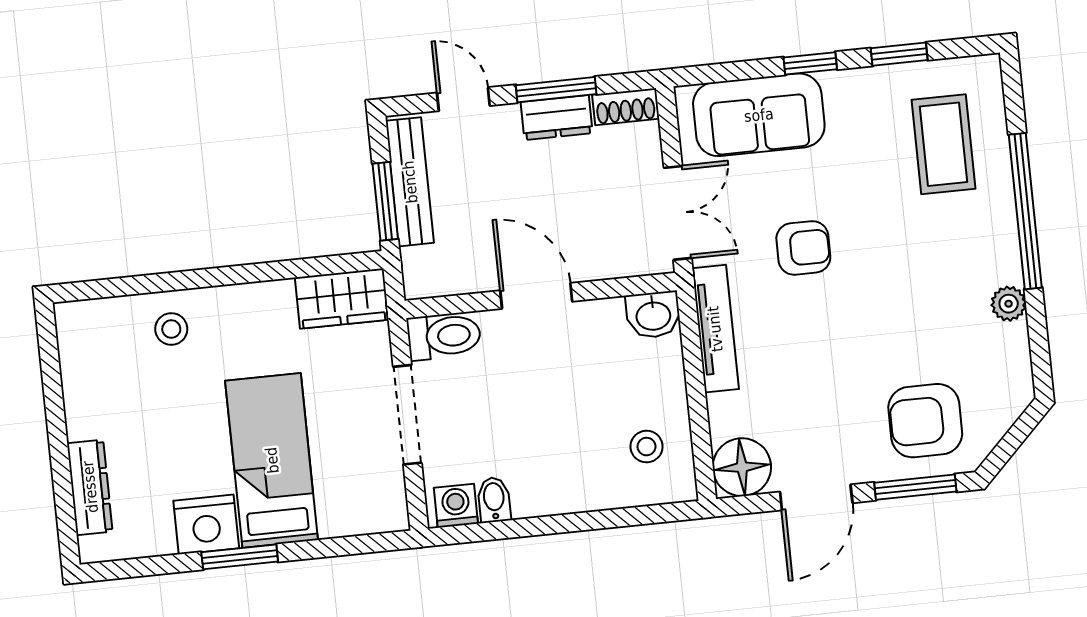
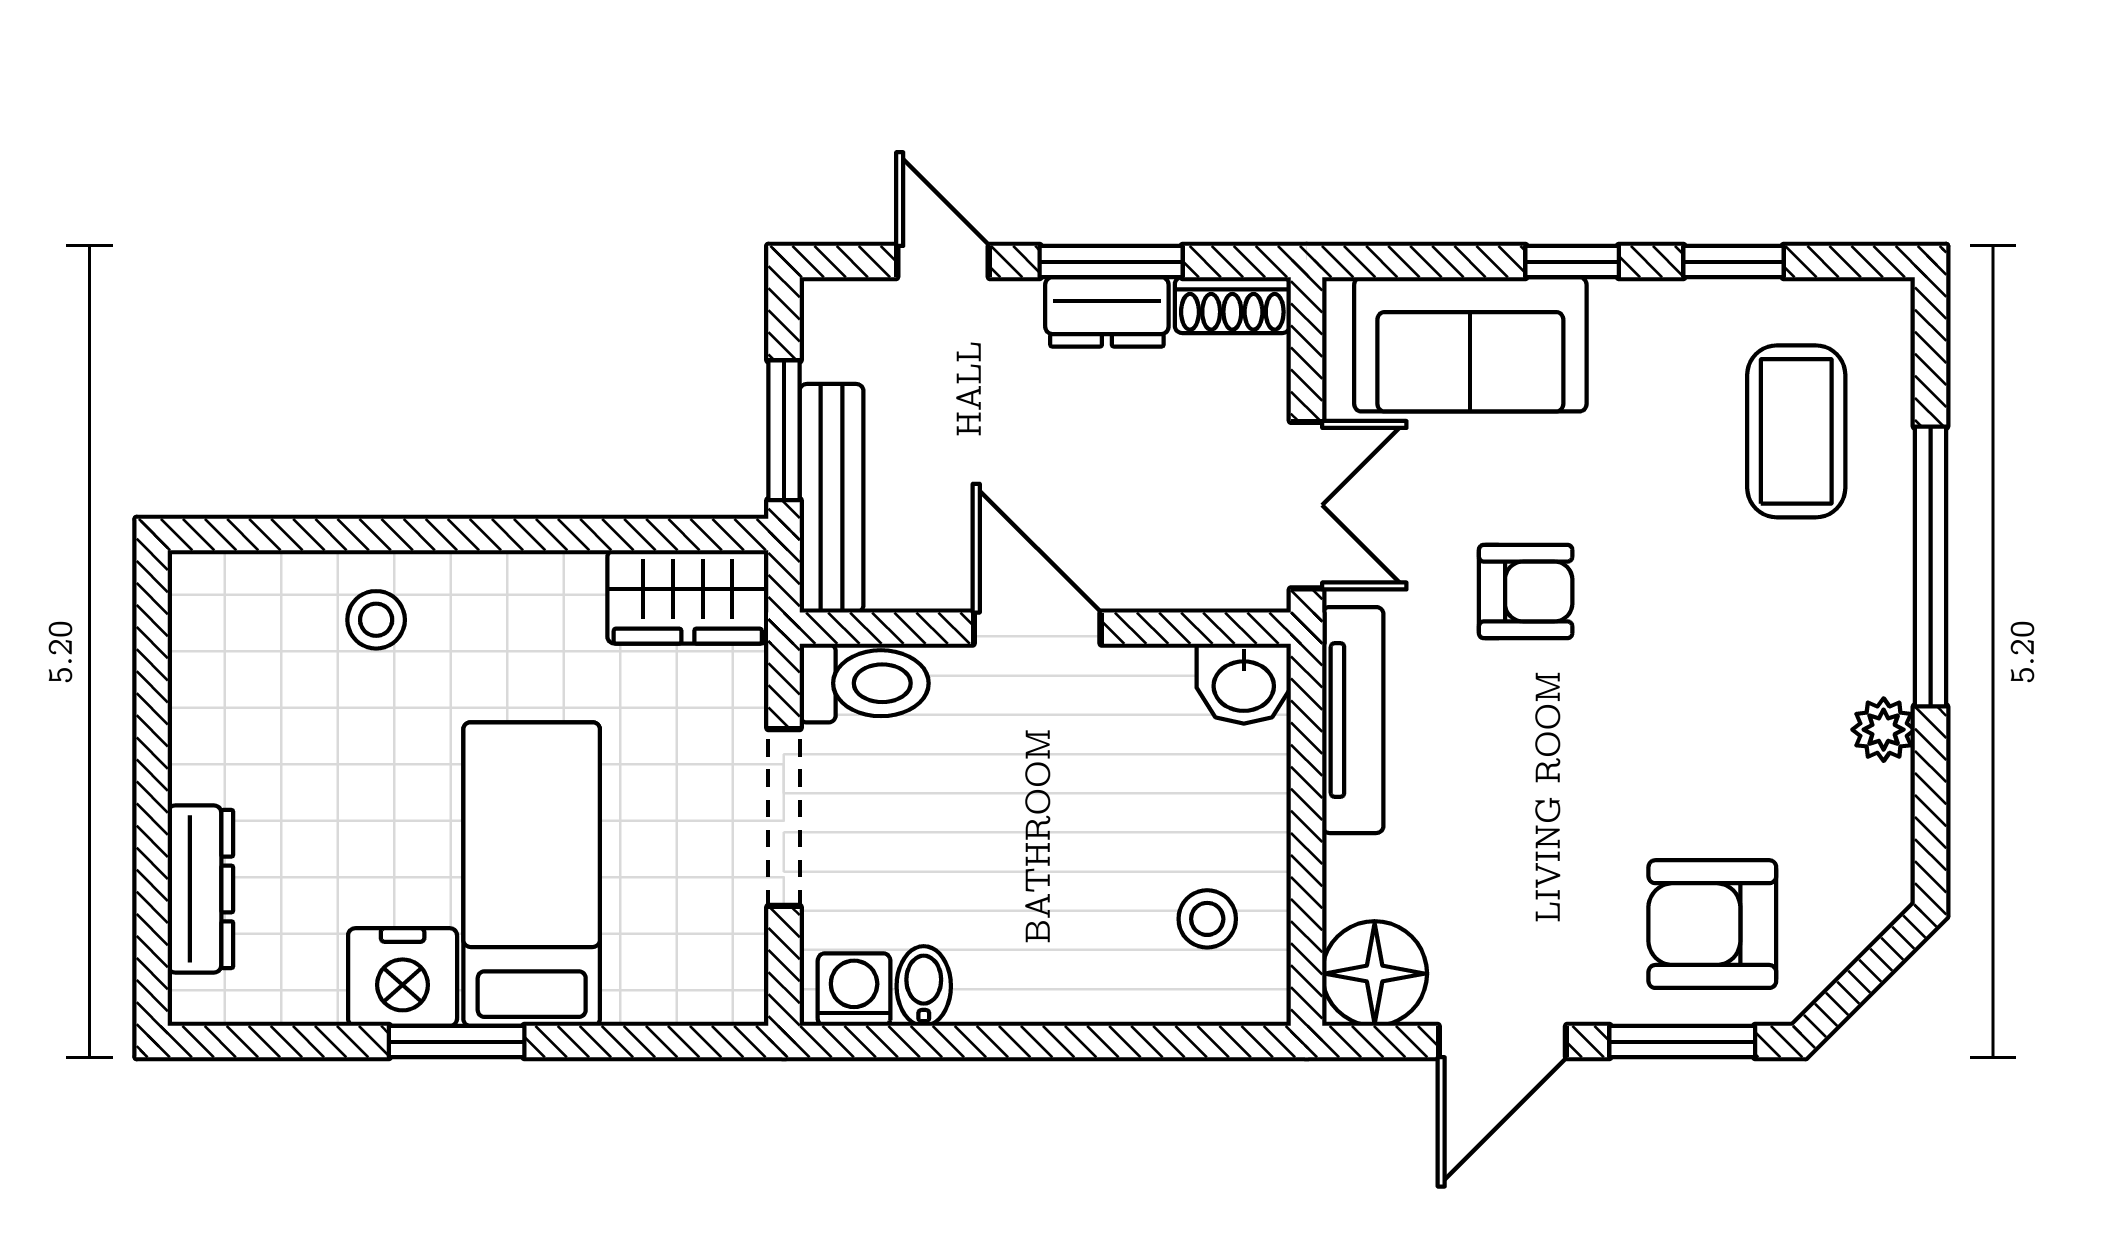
bench: (410, 182) -> (832, 498), moved

